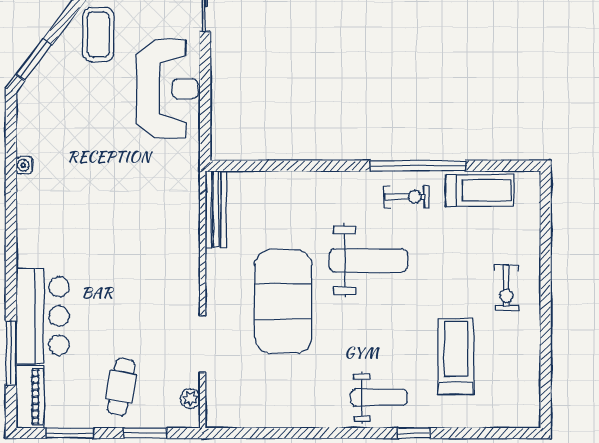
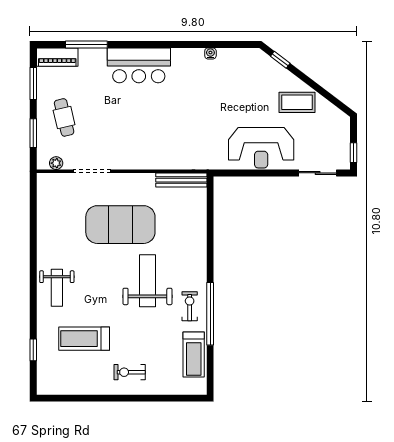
window: (34, 60) -> (280, 60), width x0.67
exercise bike: (407, 197) -> (190, 306), turned 180
weight bench: (368, 260) -> (147, 281), turned 180
bar counter: (43, 316) -> (139, 65), moved
treadmill: (456, 356) -> (84, 339), turned 180
cafe table: (121, 387) -> (64, 117), turned 67
window: (414, 433) -> (33, 350), moved

